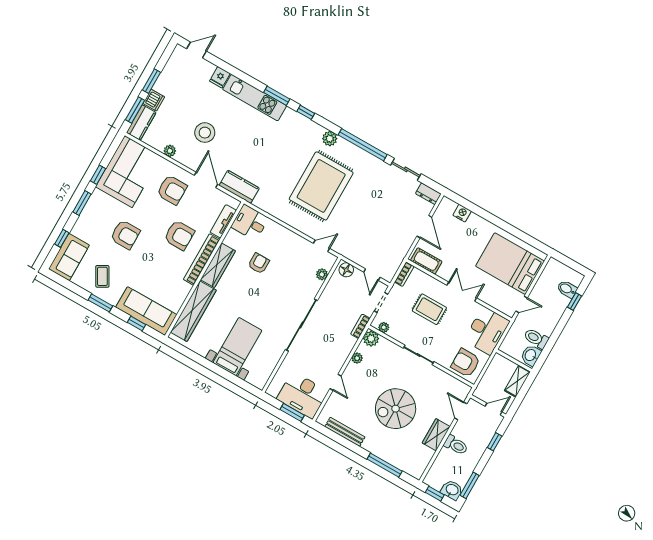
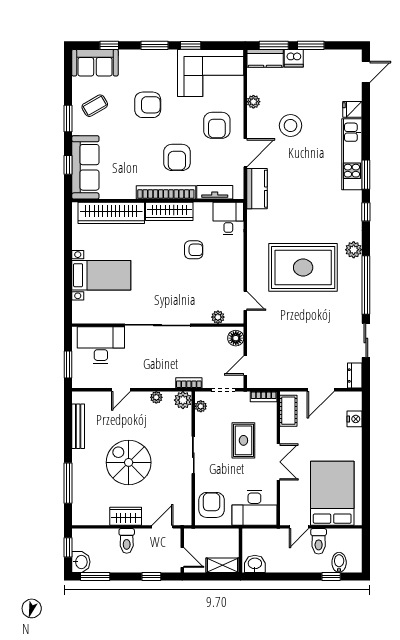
door: (197, 50) -> (366, 72), hinge flipped
armchair: (125, 235) -> (148, 105), turned -90
door: (522, 304) -> (299, 527), hinge flipped
toilet: (536, 338) -> (319, 541), moved, turned 180
desk: (302, 395) -> (101, 345), moved, turned 90

